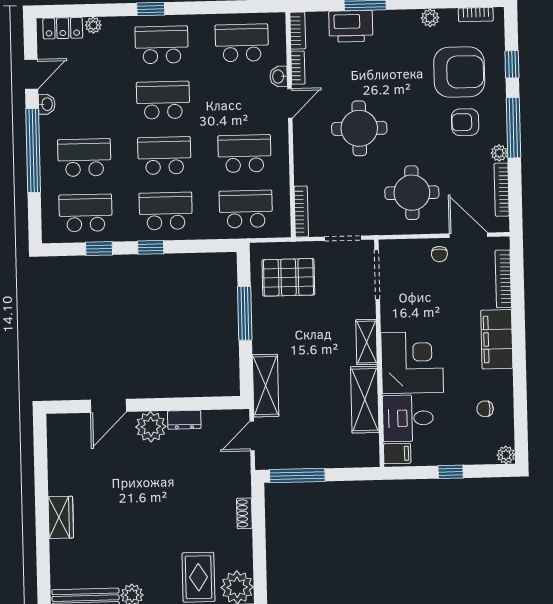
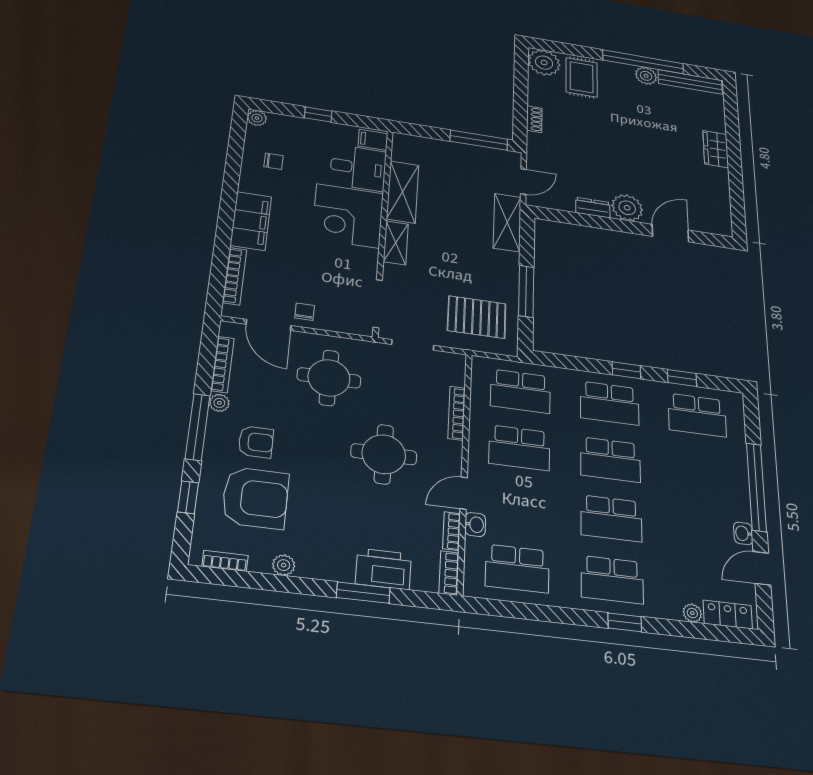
armchair: (459, 72) -> (255, 498), turned 180
school desk: (84, 158) -> (700, 471), removed
bookcase: (301, 212) -> (457, 413), moved

